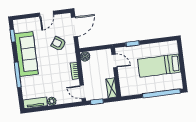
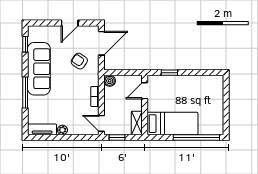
door: (114, 61) -> (145, 91), swing flipped
bed: (159, 66) -> (173, 124), moved, turned 180

